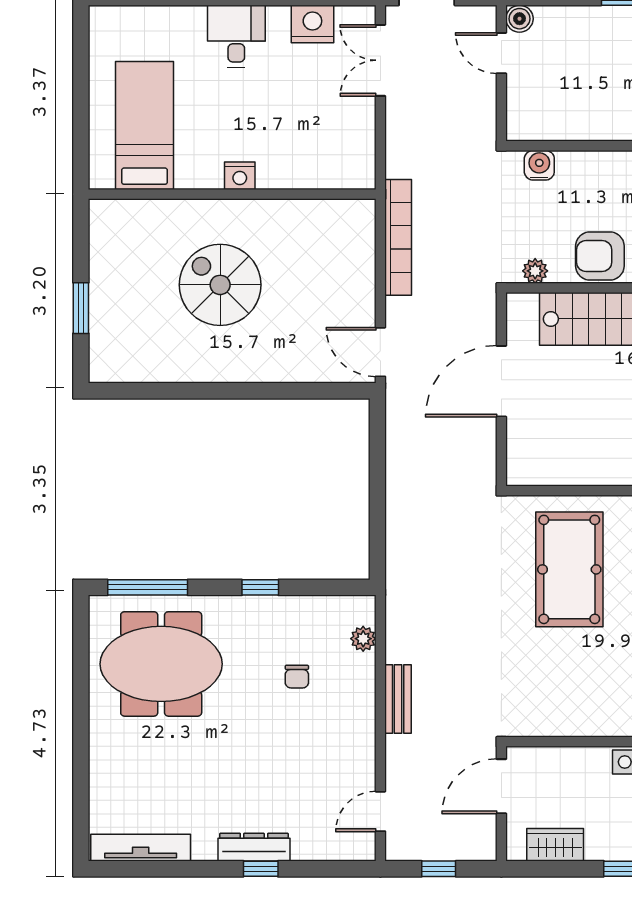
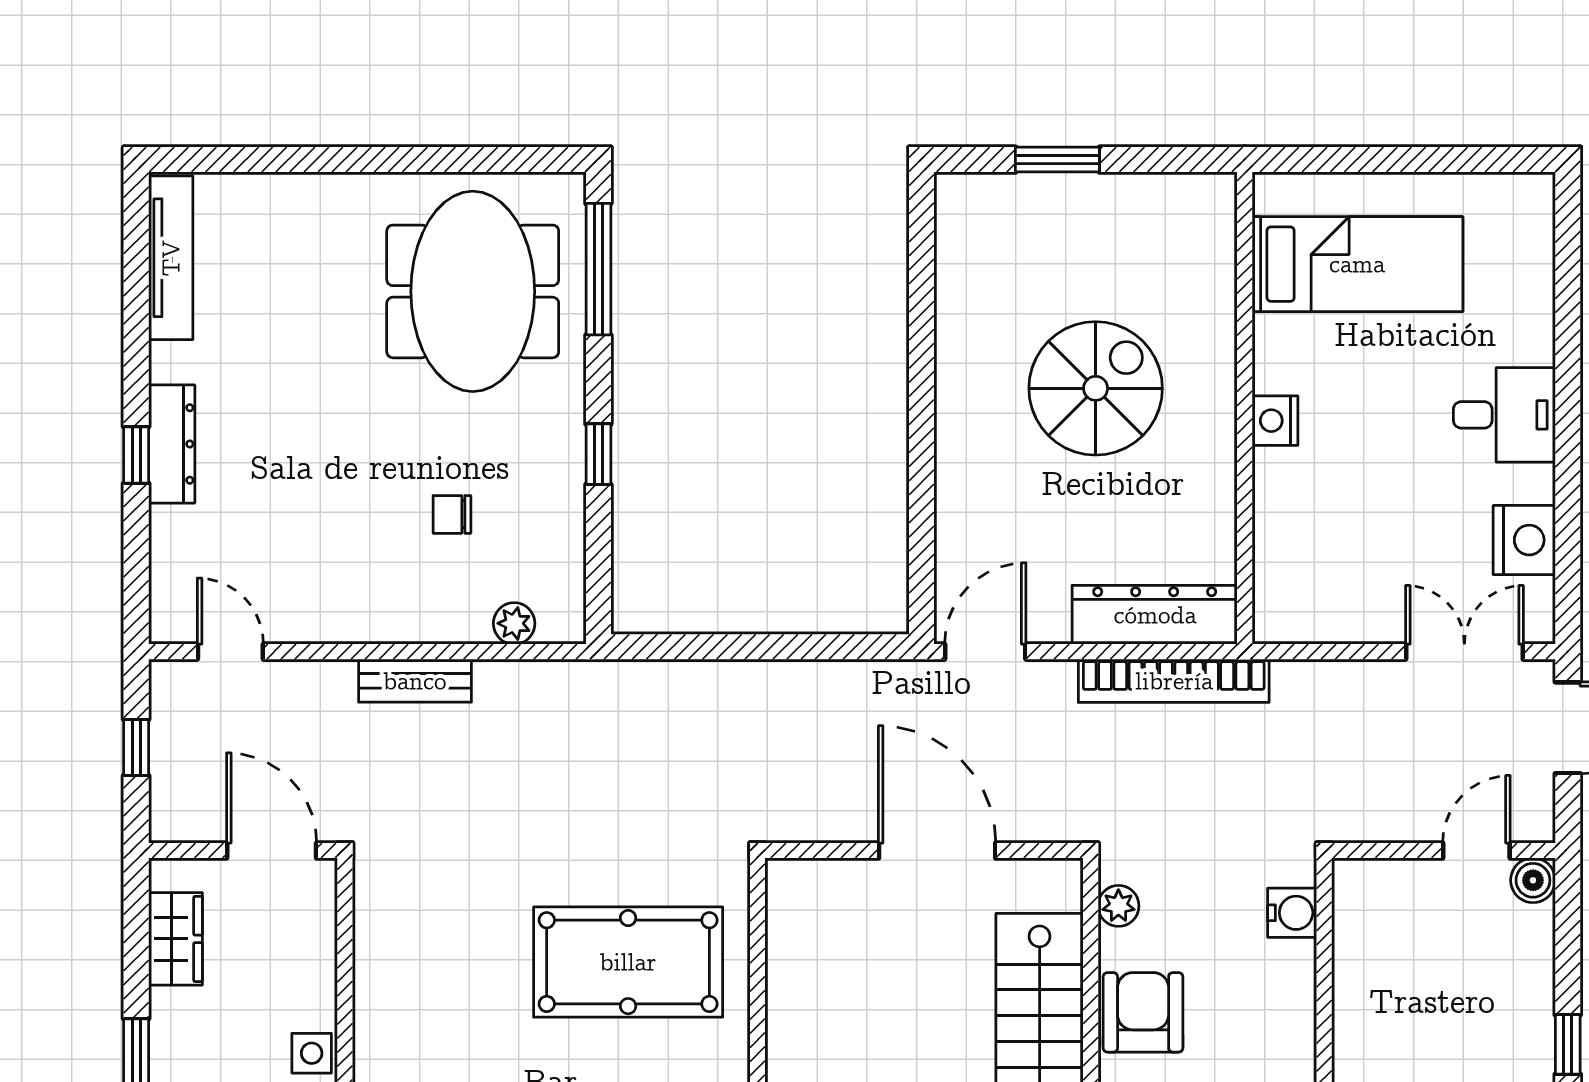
dresser: (358, 249) -> (1155, 615), added

